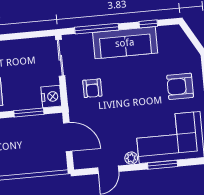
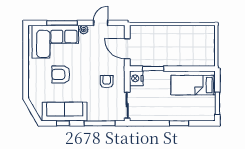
sofa: (125, 43) -> (65, 112), moved
armchair: (180, 86) -> (61, 74), moved, turned 180
window: (163, 165) -> (62, 23), width x1.44

